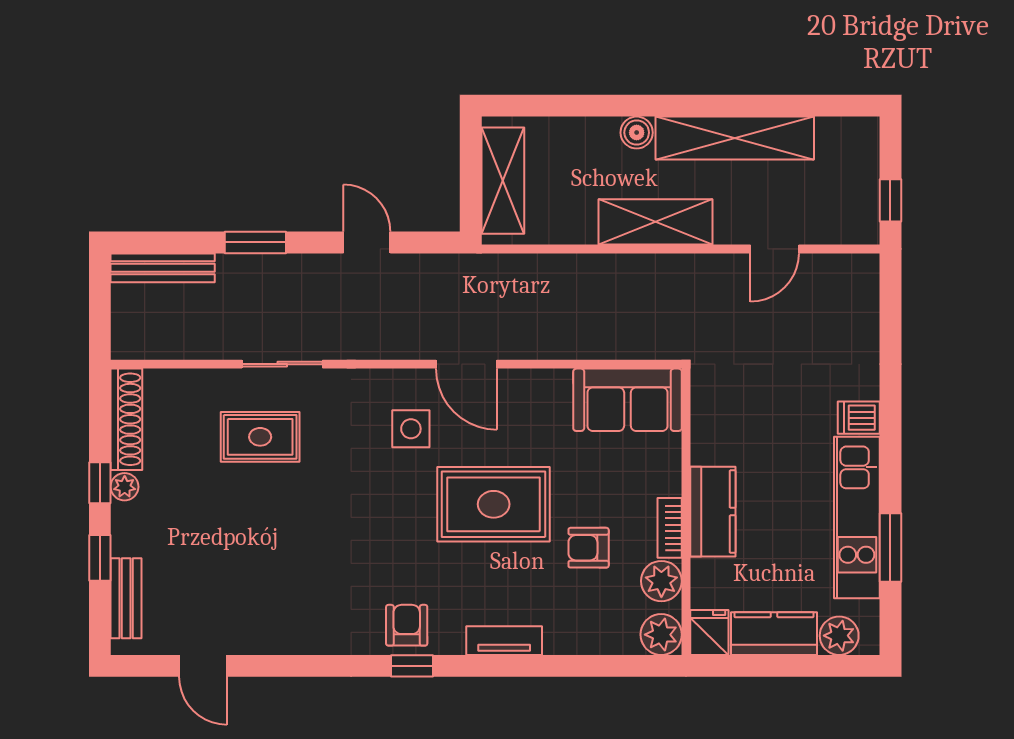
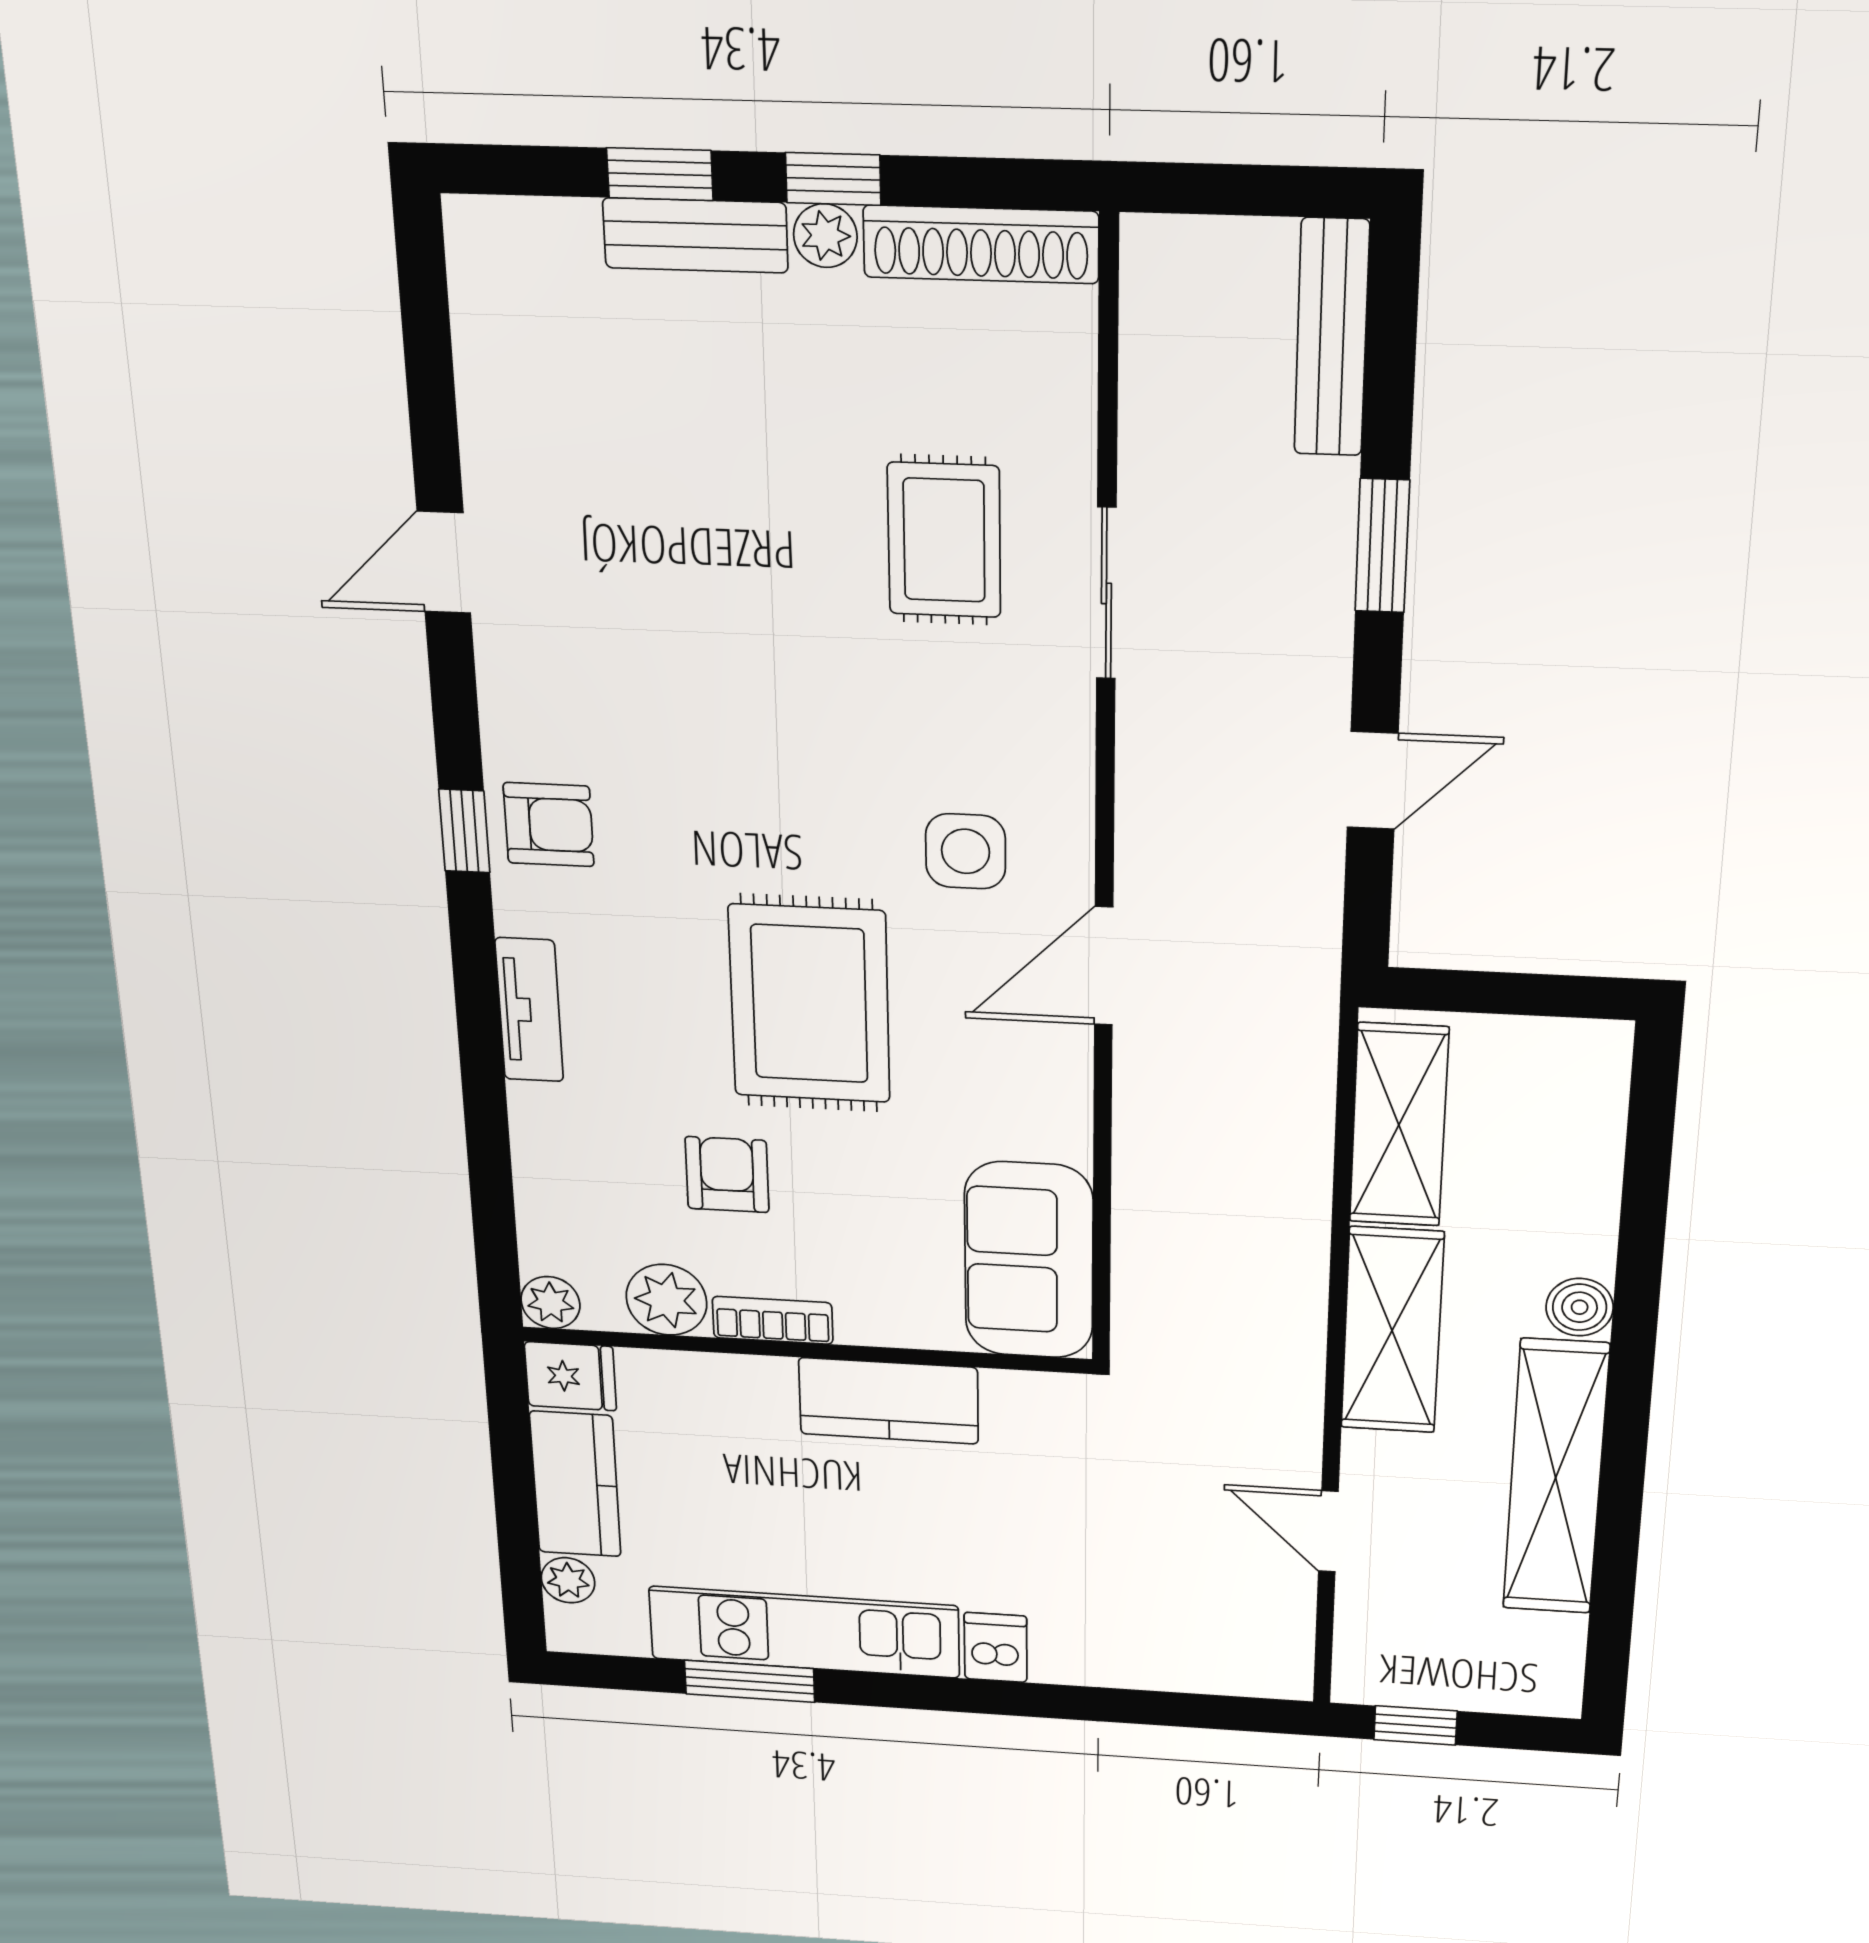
shelving: (503, 181) -> (1399, 1125), moved, turned 90
kitchen counter: (713, 512) -> (889, 1401), moved
bench: (126, 598) -> (695, 235), moved
plant: (661, 635) -> (550, 1303), width x0.73, depth x0.73
plant: (839, 636) -> (568, 1580), width x0.73, depth x0.73
door: (203, 666) -> (444, 562), moved

